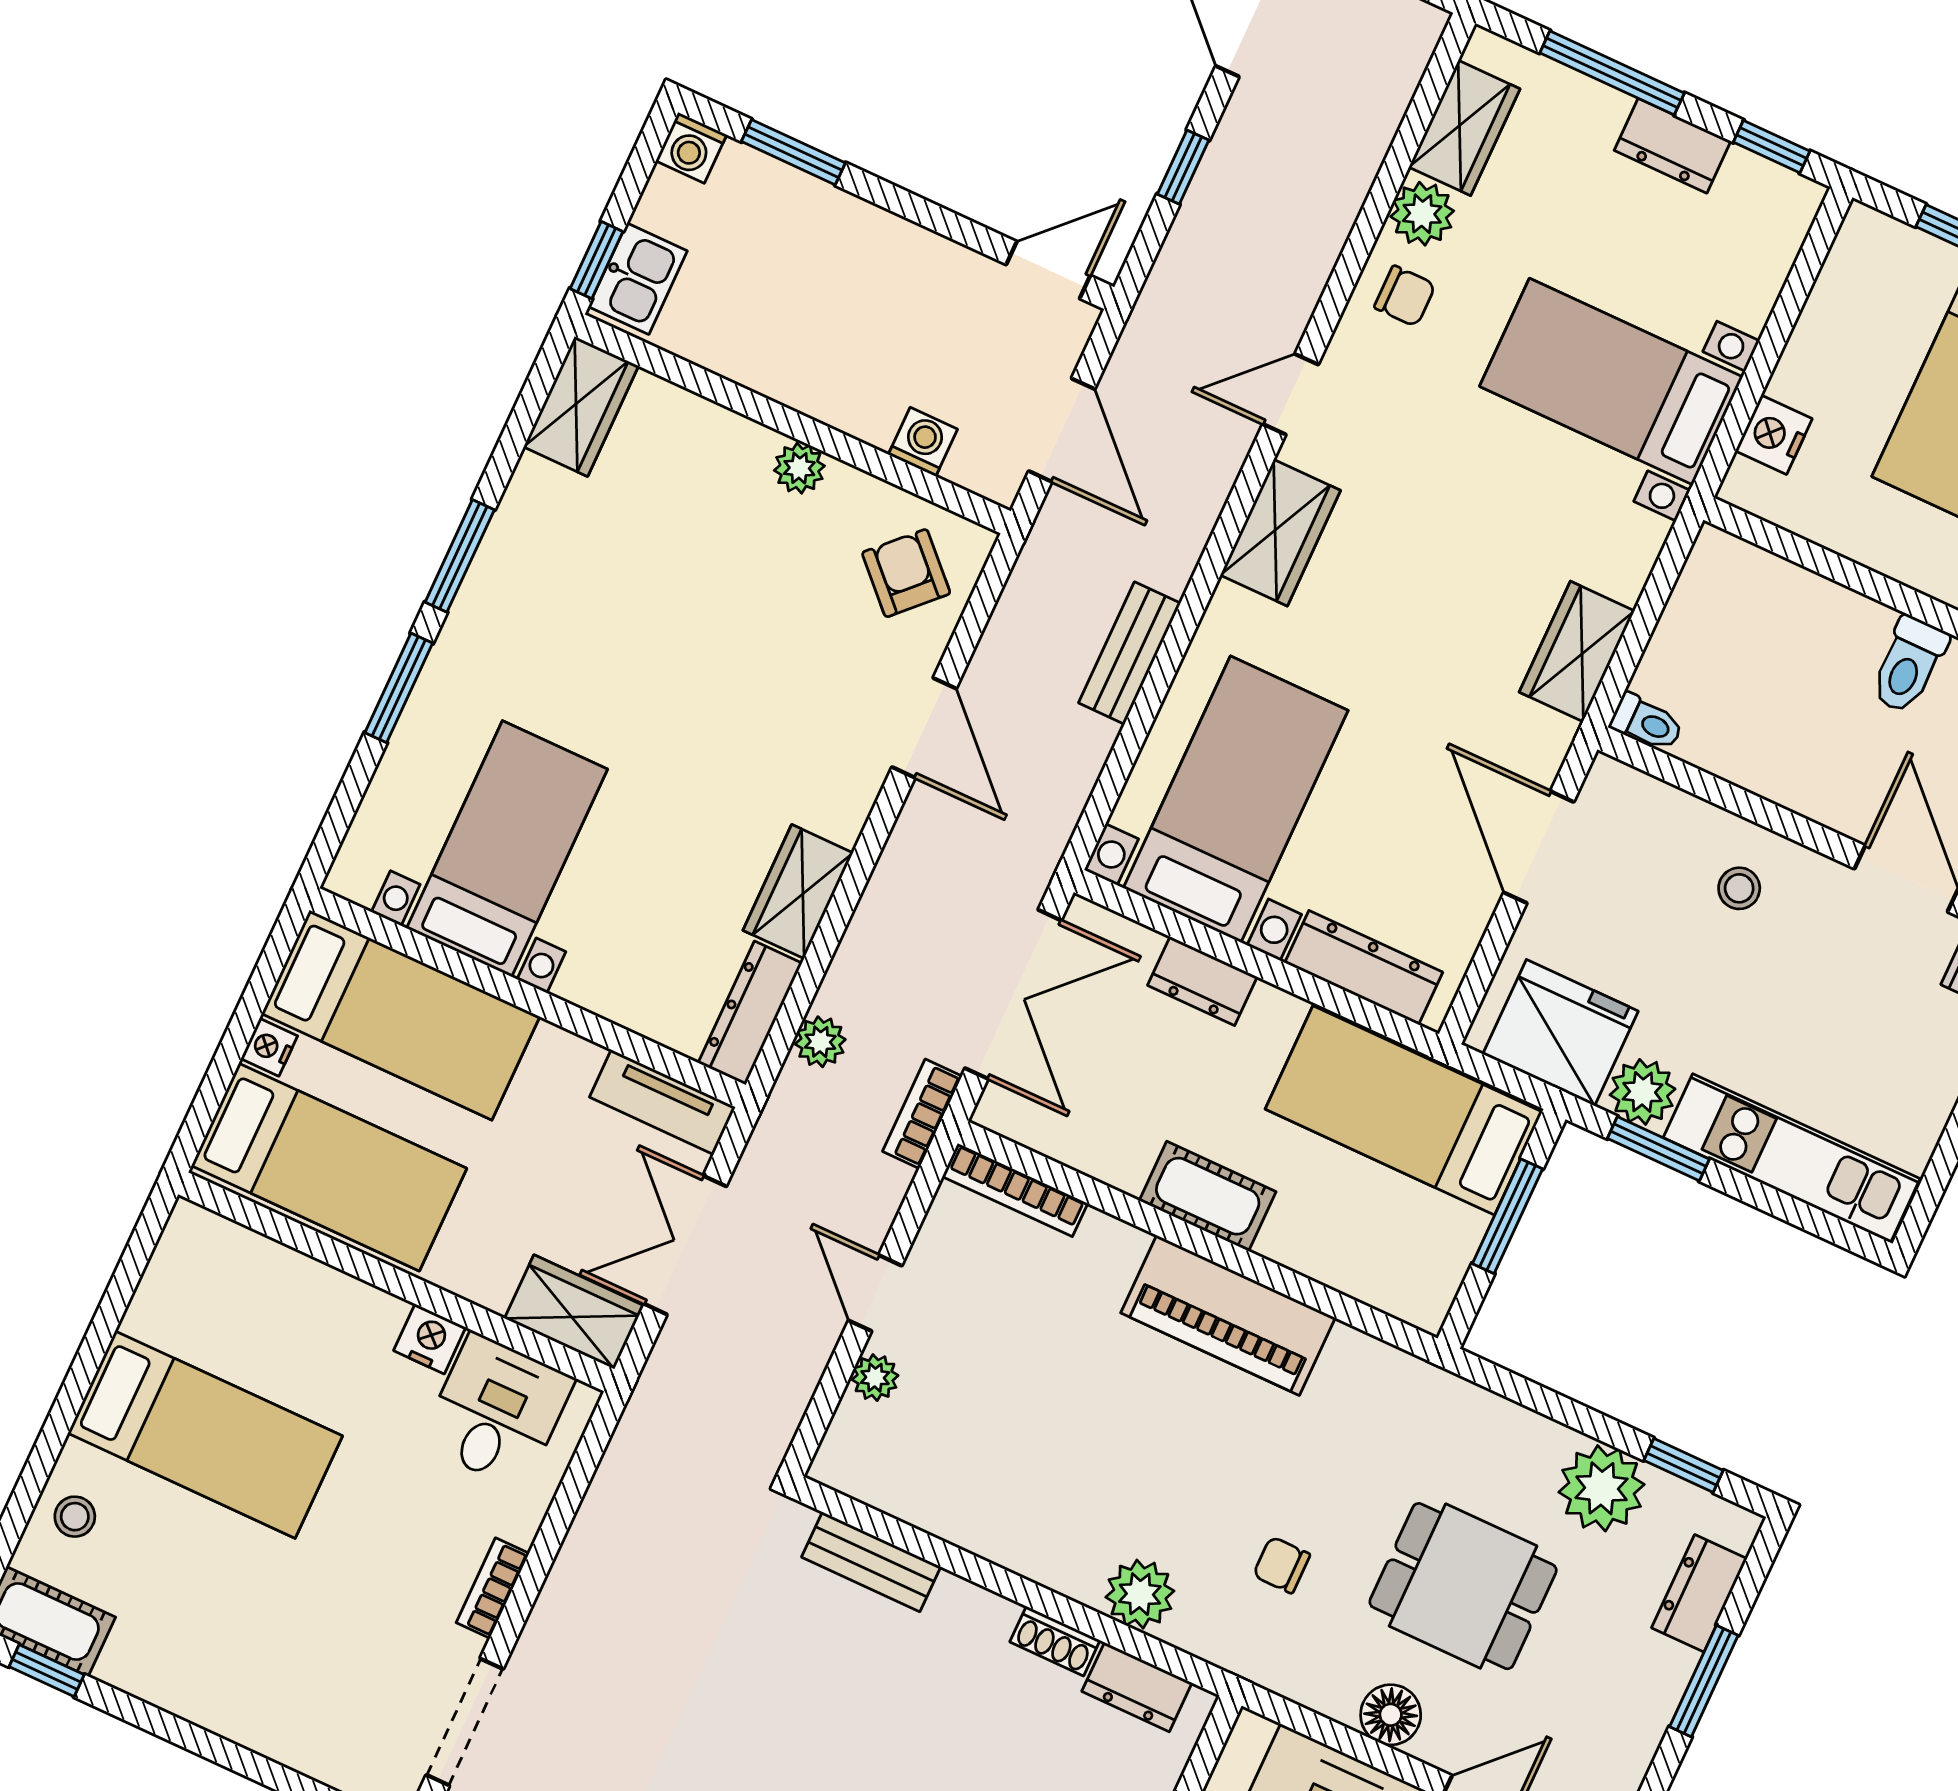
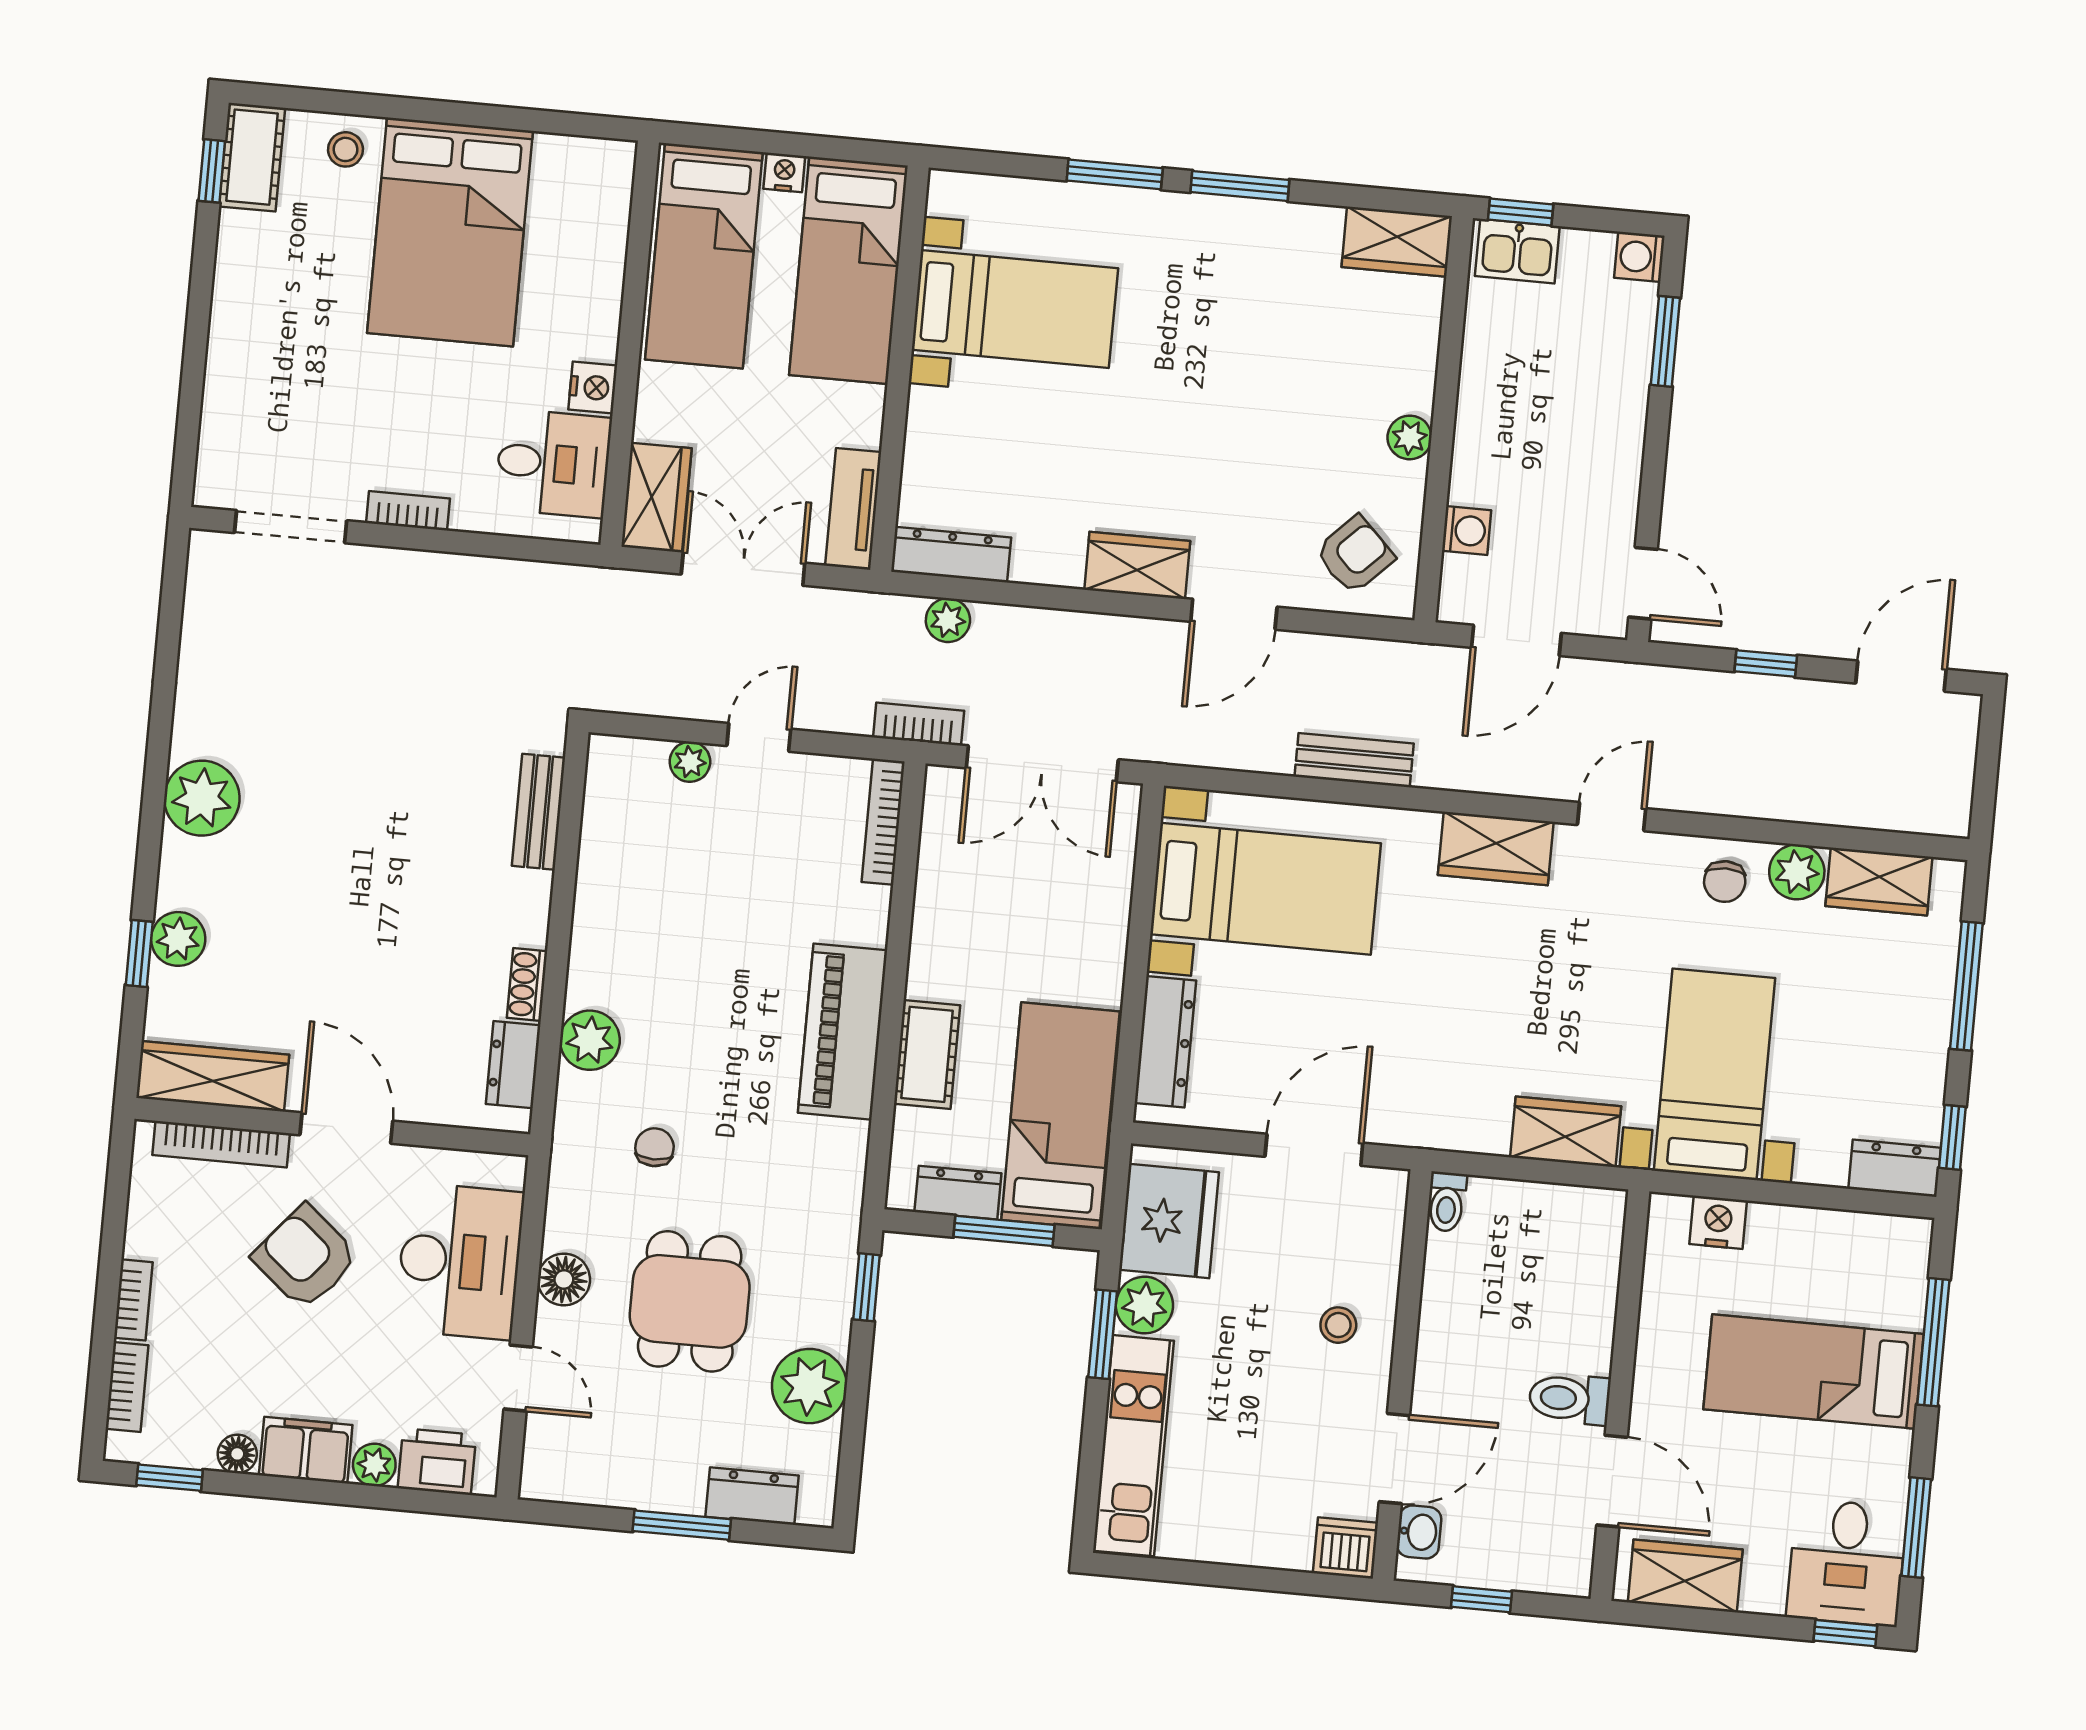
dresser: (1672, 146) -> (1895, 1168), moved, turned 90
door: (1290, 394) -> (1612, 817), hinge flipped
wardrobe: (1577, 651) -> (1566, 1132), moved
wardrobe: (798, 892) -> (1137, 565), moved
dresser: (1202, 981) -> (958, 1193), moved, turned 90
cot: (1208, 1196) -> (927, 1054), moved
bed: (205, 1435) -> (450, 232), width x1.50
window: (1683, 1465) -> (866, 1287), moved

